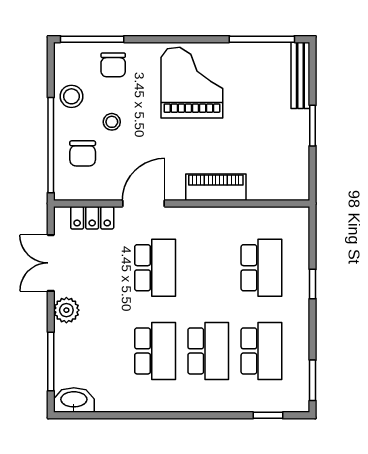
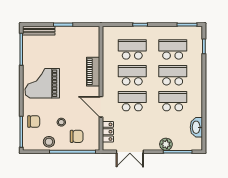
school desk: (208, 268) -> (132, 75), added
plant: (66, 310) -> (166, 144), moved
washbasin: (74, 400) -> (196, 127), moved

